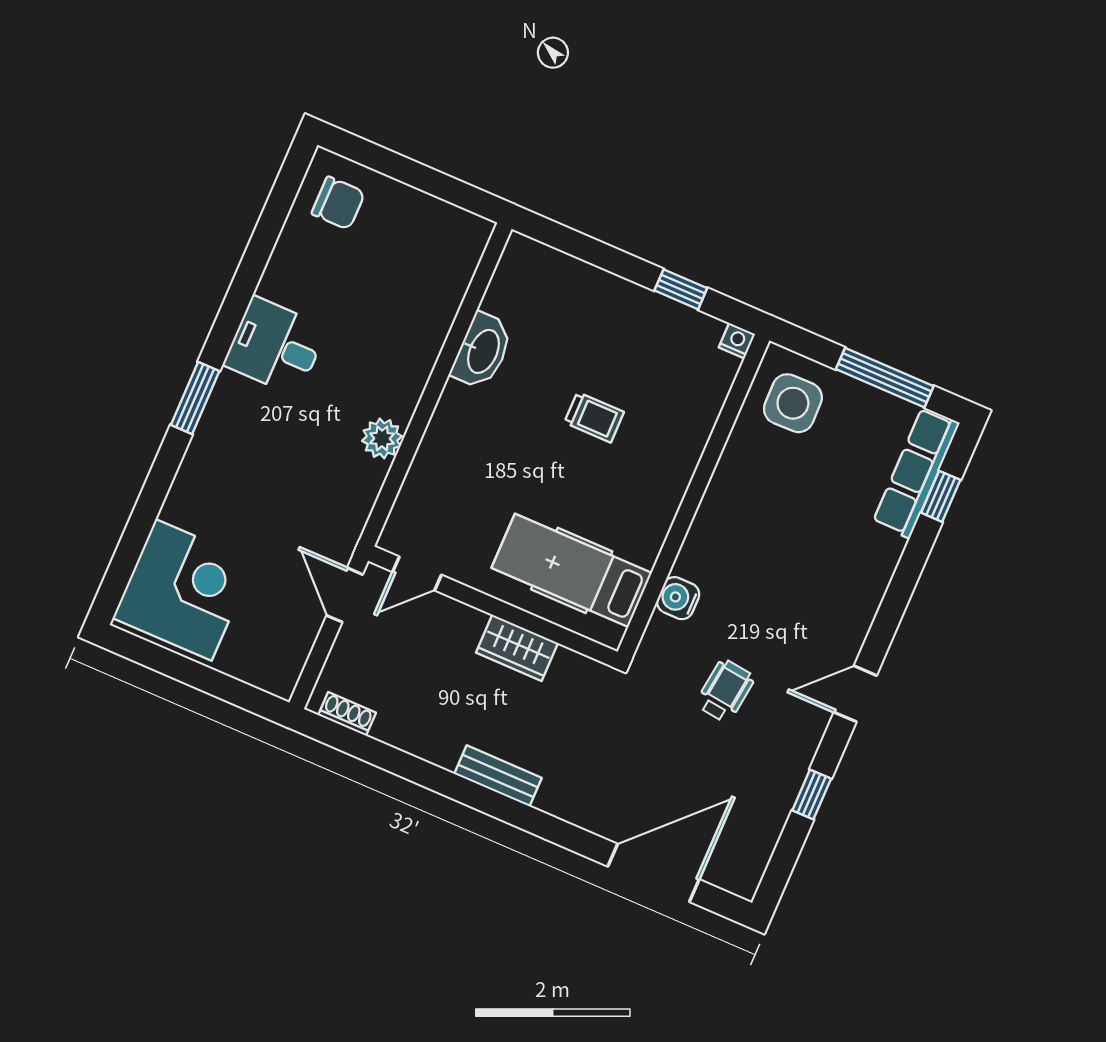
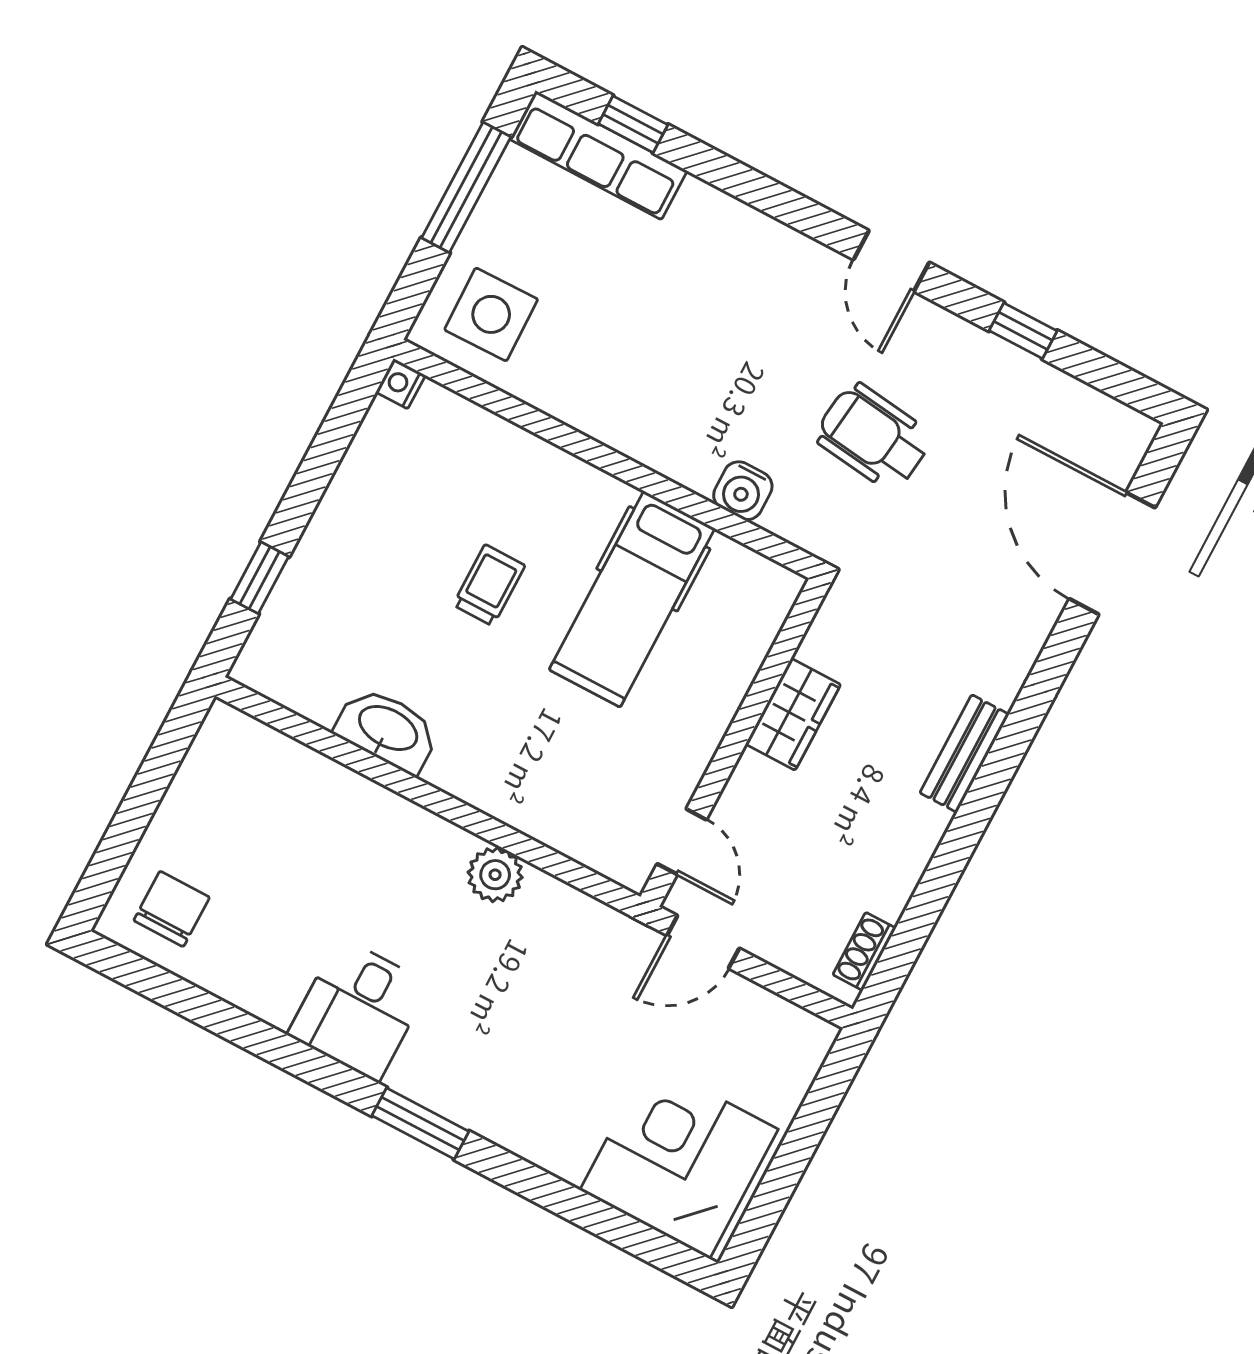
window: (681, 289) -> (260, 578), moved
hospital bed: (572, 570) -> (632, 599), moved
wheelchair: (725, 691) -> (873, 437), width x1.36, depth x1.37

